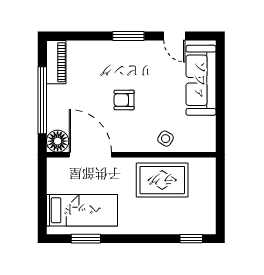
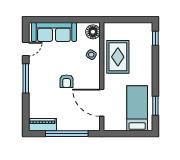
window: (128, 36) -> (26, 78), width x1.44
floor lamp: (58, 141) -> (93, 32), moved
door: (90, 155) -> (102, 103), hinge flipped

